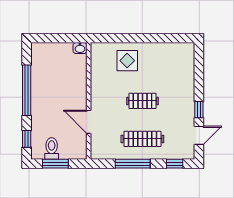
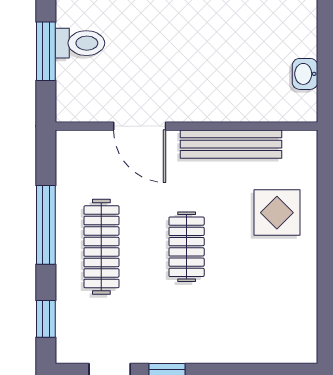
washbasin: (80, 48) -> (305, 74), moved
bench: (97, 81) -> (231, 144), added
door: (89, 122) -> (140, 126), swing flipped

